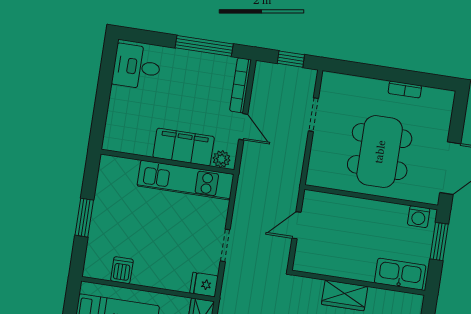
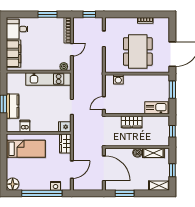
window: (204, 46) -> (47, 14), width x0.69
door: (243, 127) -> (72, 50), hinge flipped
filing cabinet: (184, 147) -> (14, 54), moved, turned 90
washing machine: (419, 217) -> (118, 79), moved
kitchen counter: (103, 225) -> (13, 106), added
door: (296, 225) -> (104, 103), moved

